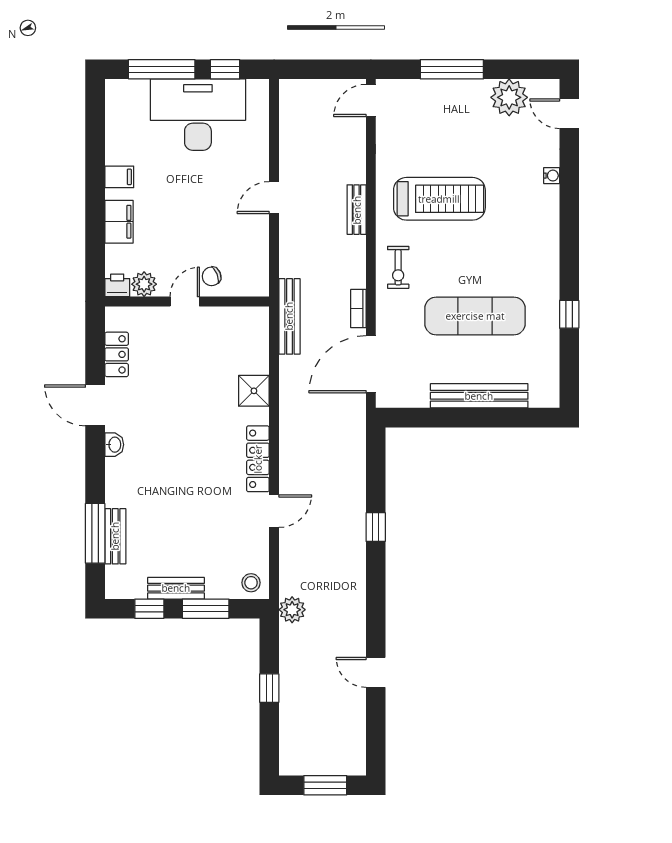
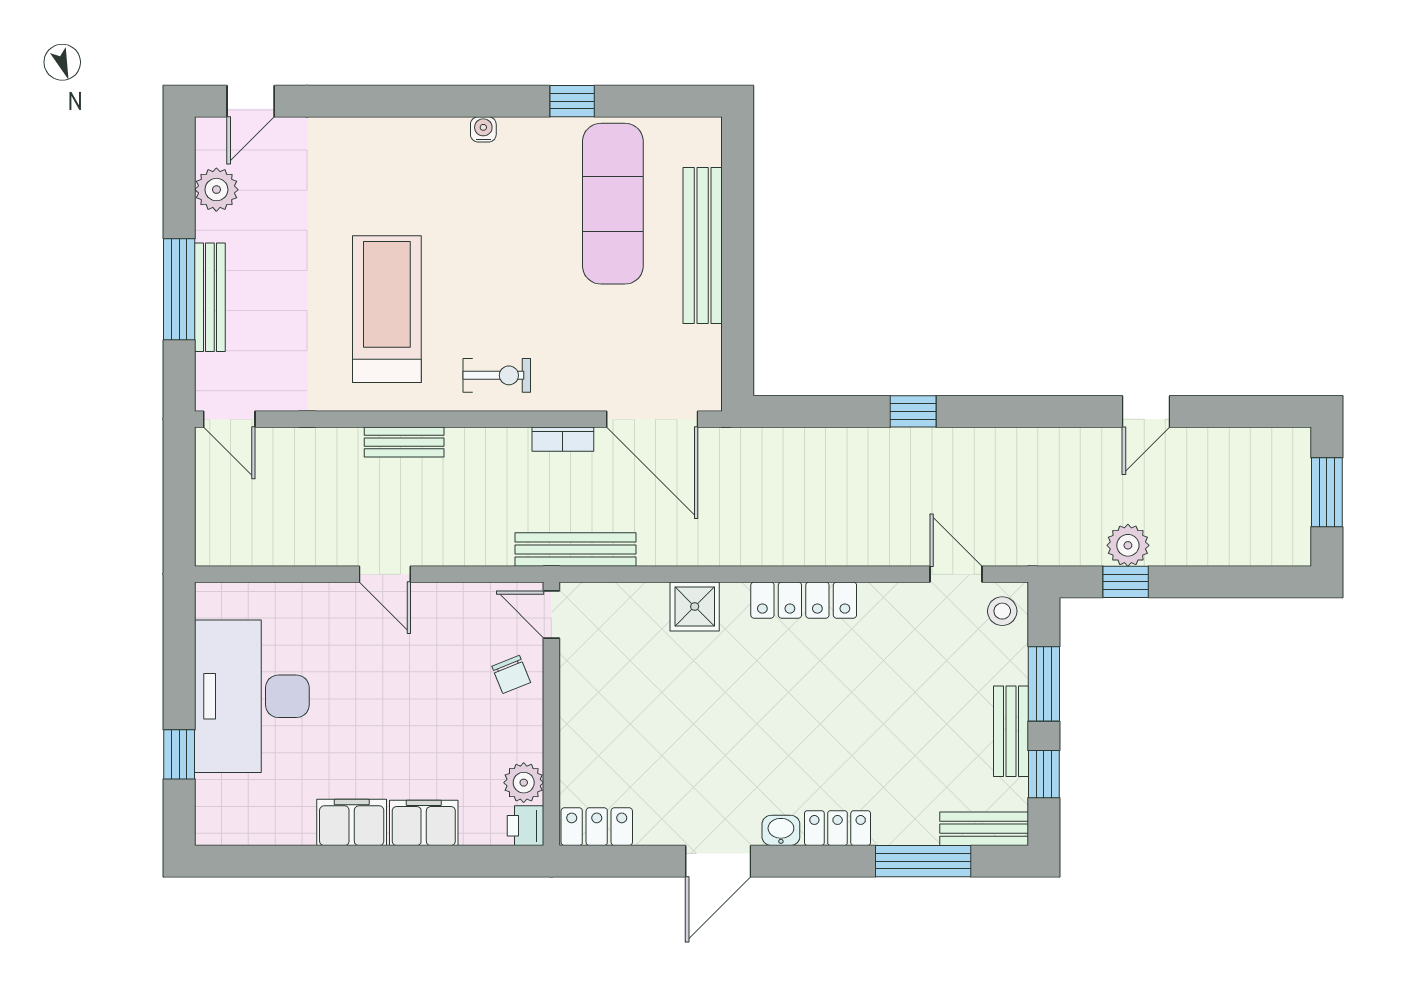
window: (162, 69) -> (179, 754), width x0.46
window: (225, 69) -> (179, 653), removed
bench: (447, 88) -> (210, 297), added
plant: (509, 97) -> (216, 190), width x0.73, depth x0.73
water cooler: (552, 176) -> (483, 129), moved
filing cabinet: (119, 177) -> (352, 822), width x2.00
door: (185, 301) -> (551, 615), moved
exercise mat: (475, 316) -> (613, 204), moved
locker: (117, 354) -> (597, 827), moved
locker: (116, 480) -> (838, 828), added
door: (274, 511) -> (956, 574), moved
bench: (115, 536) -> (984, 829), moved
plant: (292, 610) -> (1128, 545), moved
window: (269, 688) -> (1126, 582), moved

